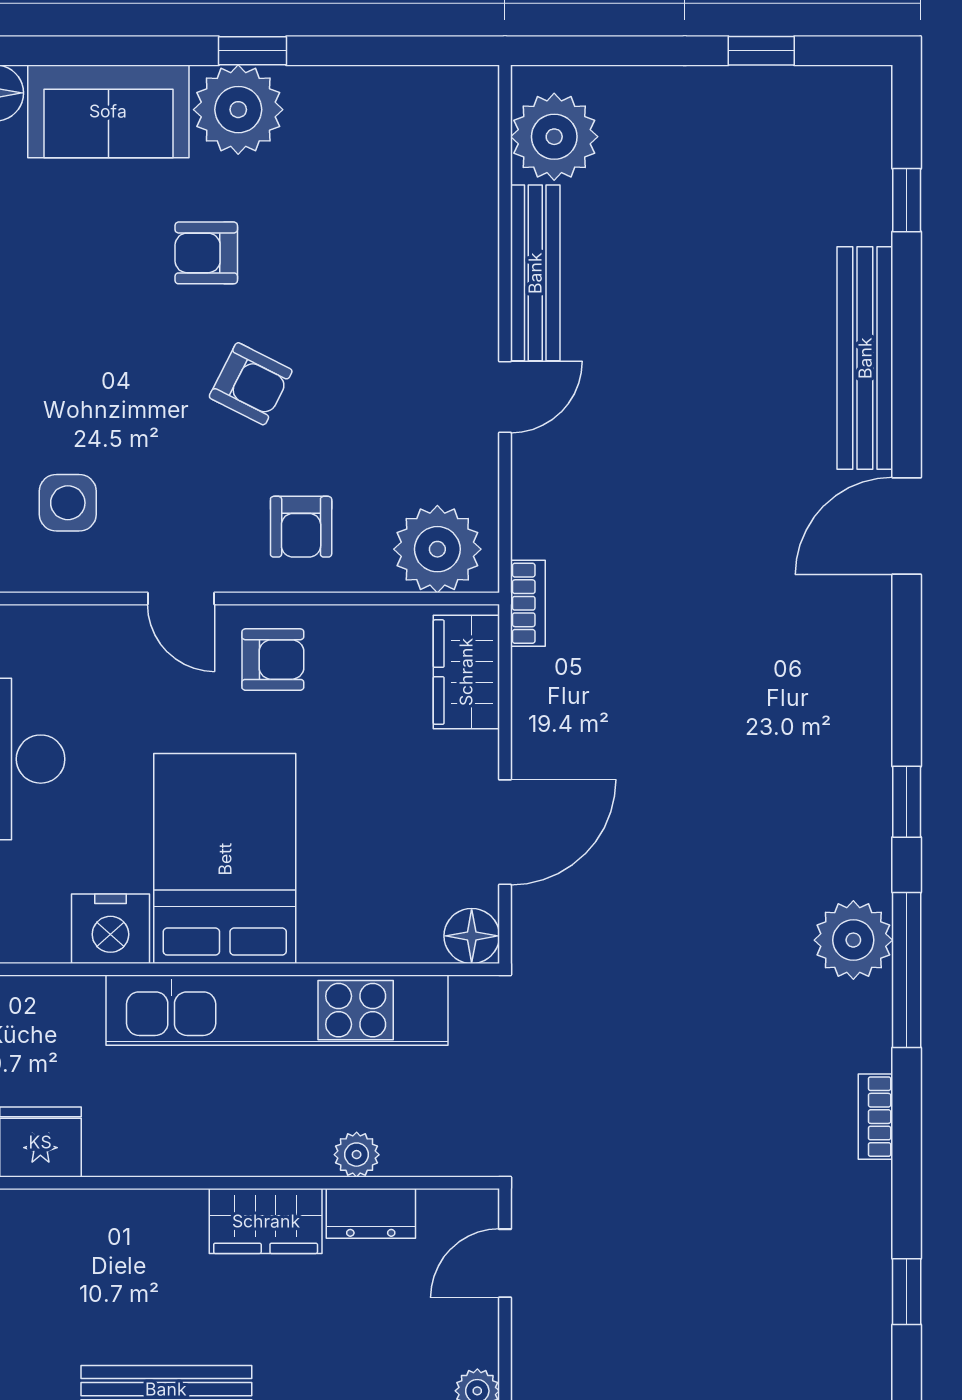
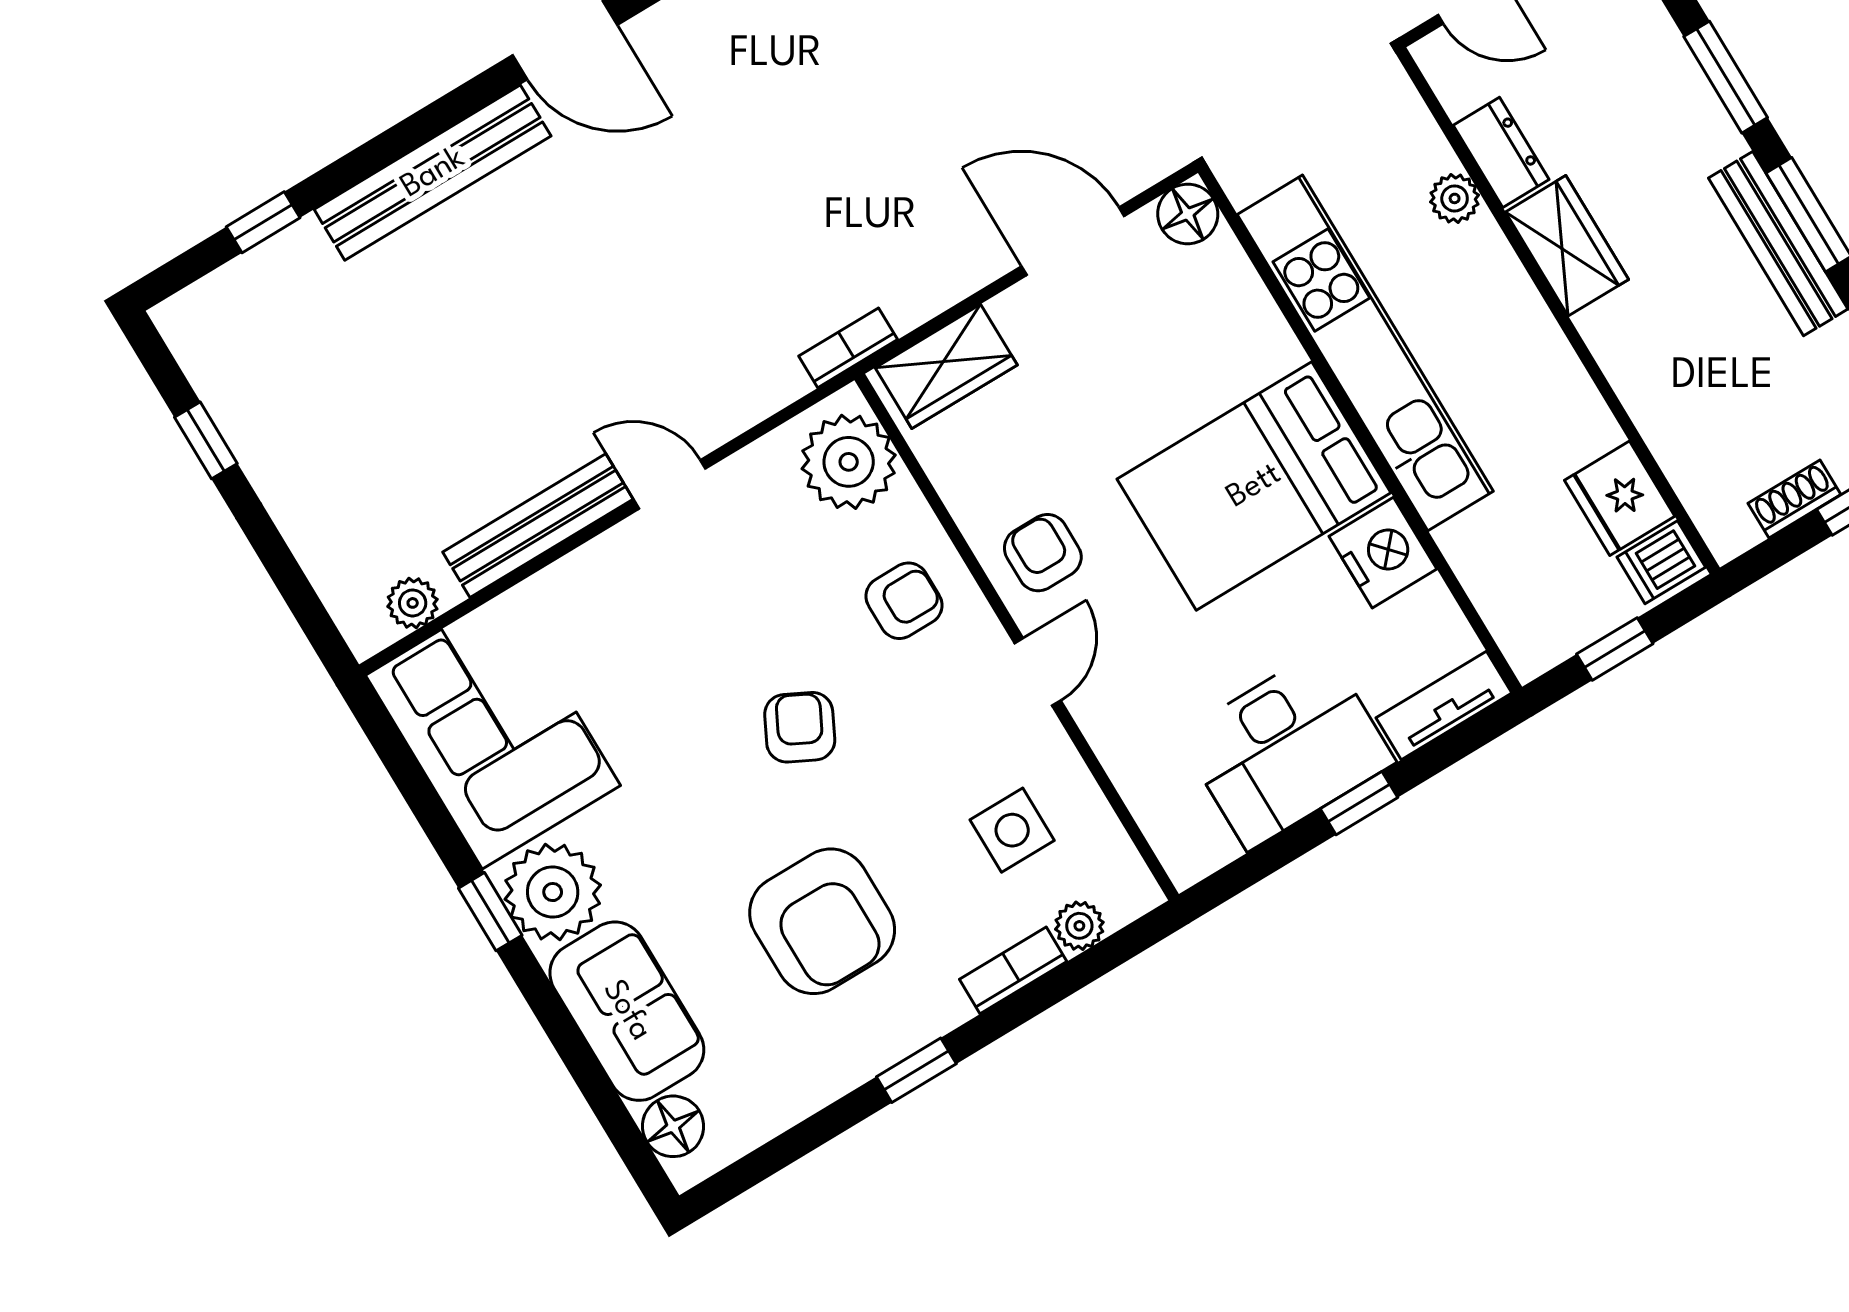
plant: (554, 137) -> (413, 603), width x0.53, depth x0.53
corner sofa: (395, 140) -> (493, 730), added
armchair: (206, 253) -> (822, 921), moved, width x1.88, depth x1.88

